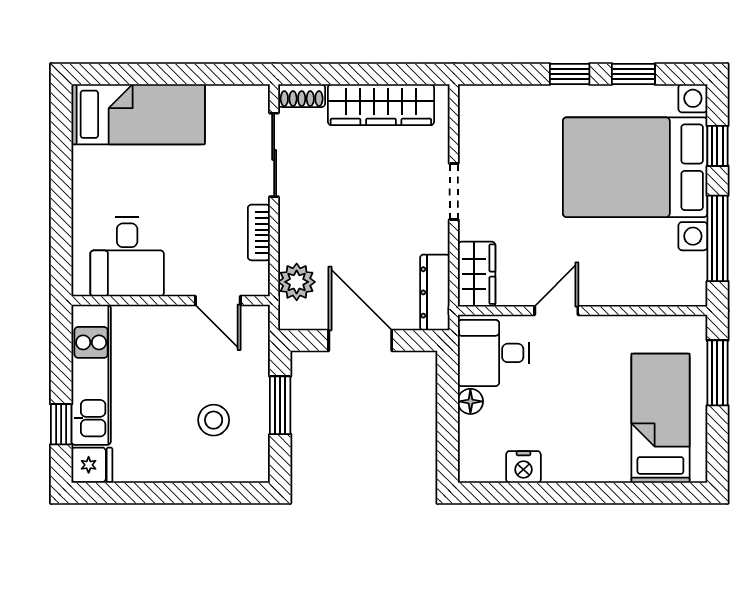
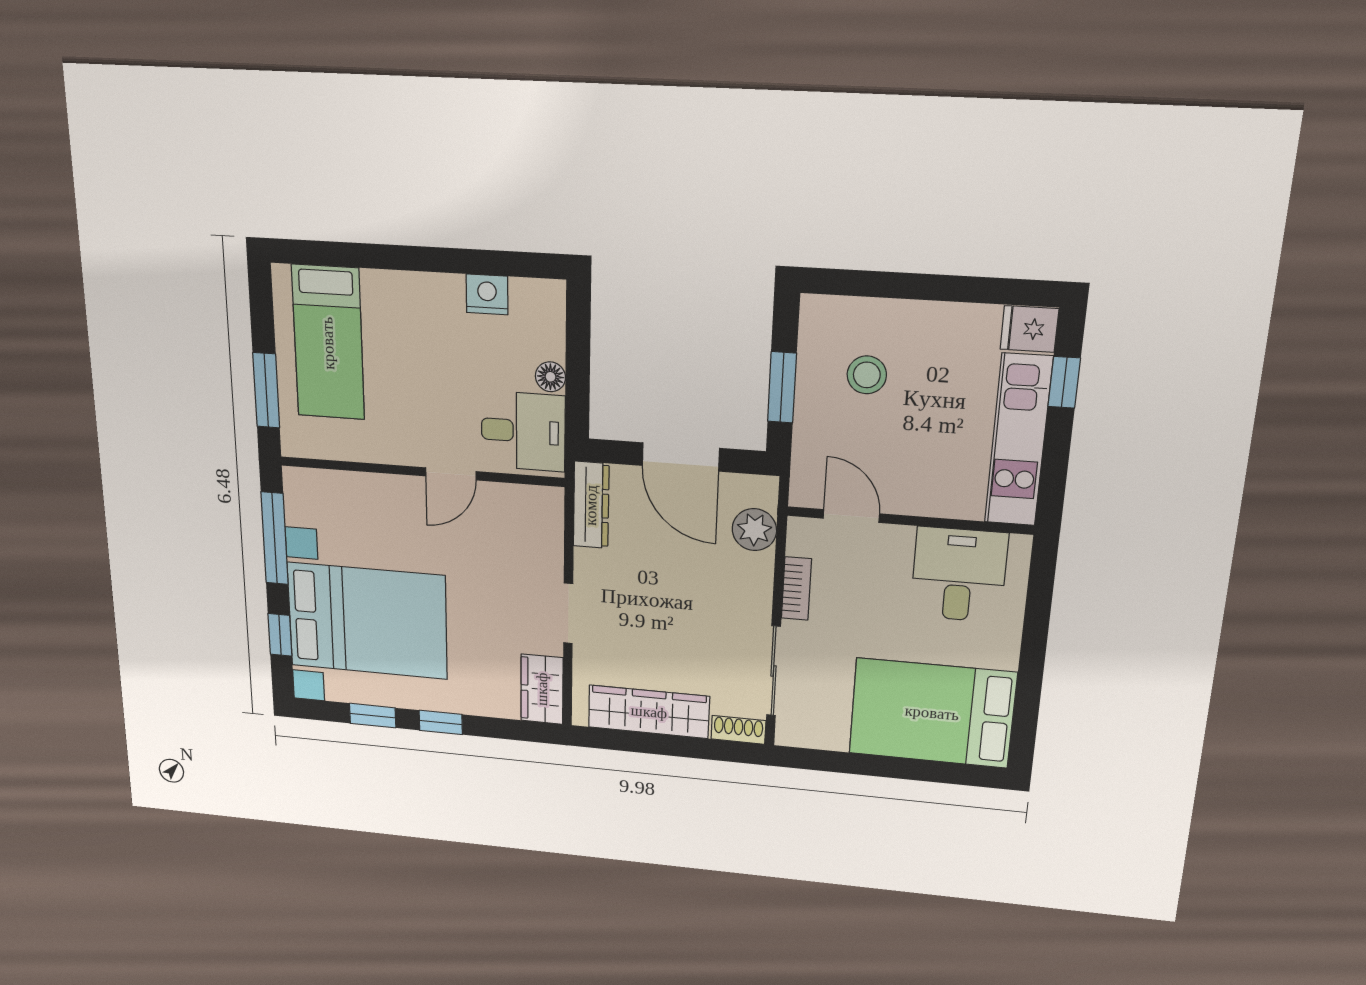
bed: (138, 114) -> (932, 713), width x1.50
wardrobe: (477, 274) -> (542, 689), moved

